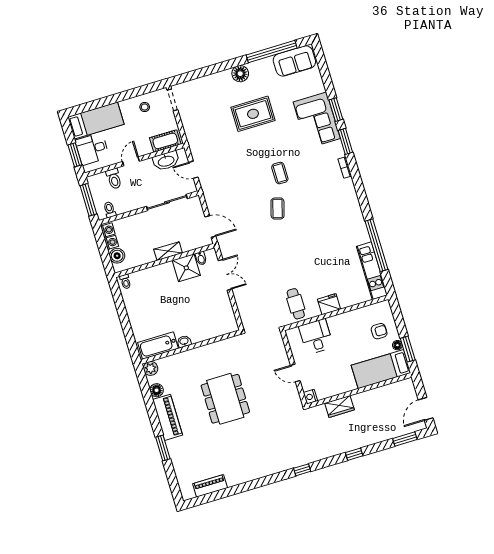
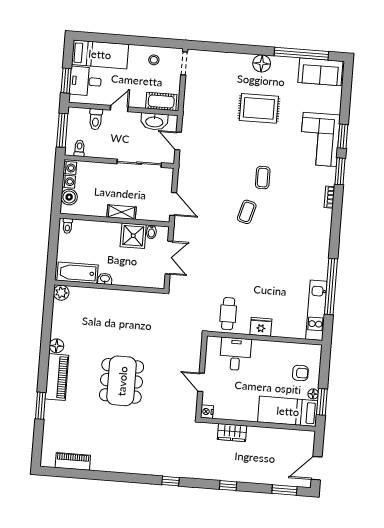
washbasin: (184, 341) -> (105, 279), moved
bathtub: (158, 345) -> (77, 273), moved
wall: (191, 347) -> (109, 287), moved
plant: (151, 368) -> (61, 293), moved

